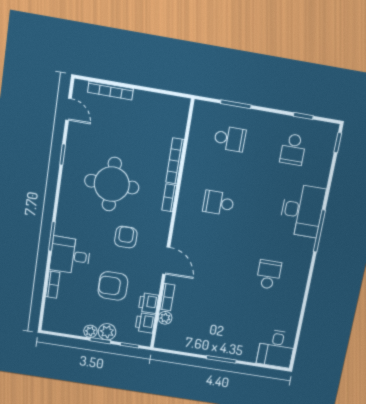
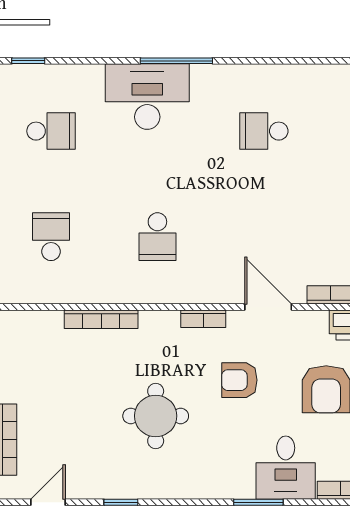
round table: (112, 184) -> (156, 416), width x0.73, depth x0.73
bookcase: (169, 198) -> (203, 319), moved
door: (166, 261) -> (268, 307), hinge flipped

